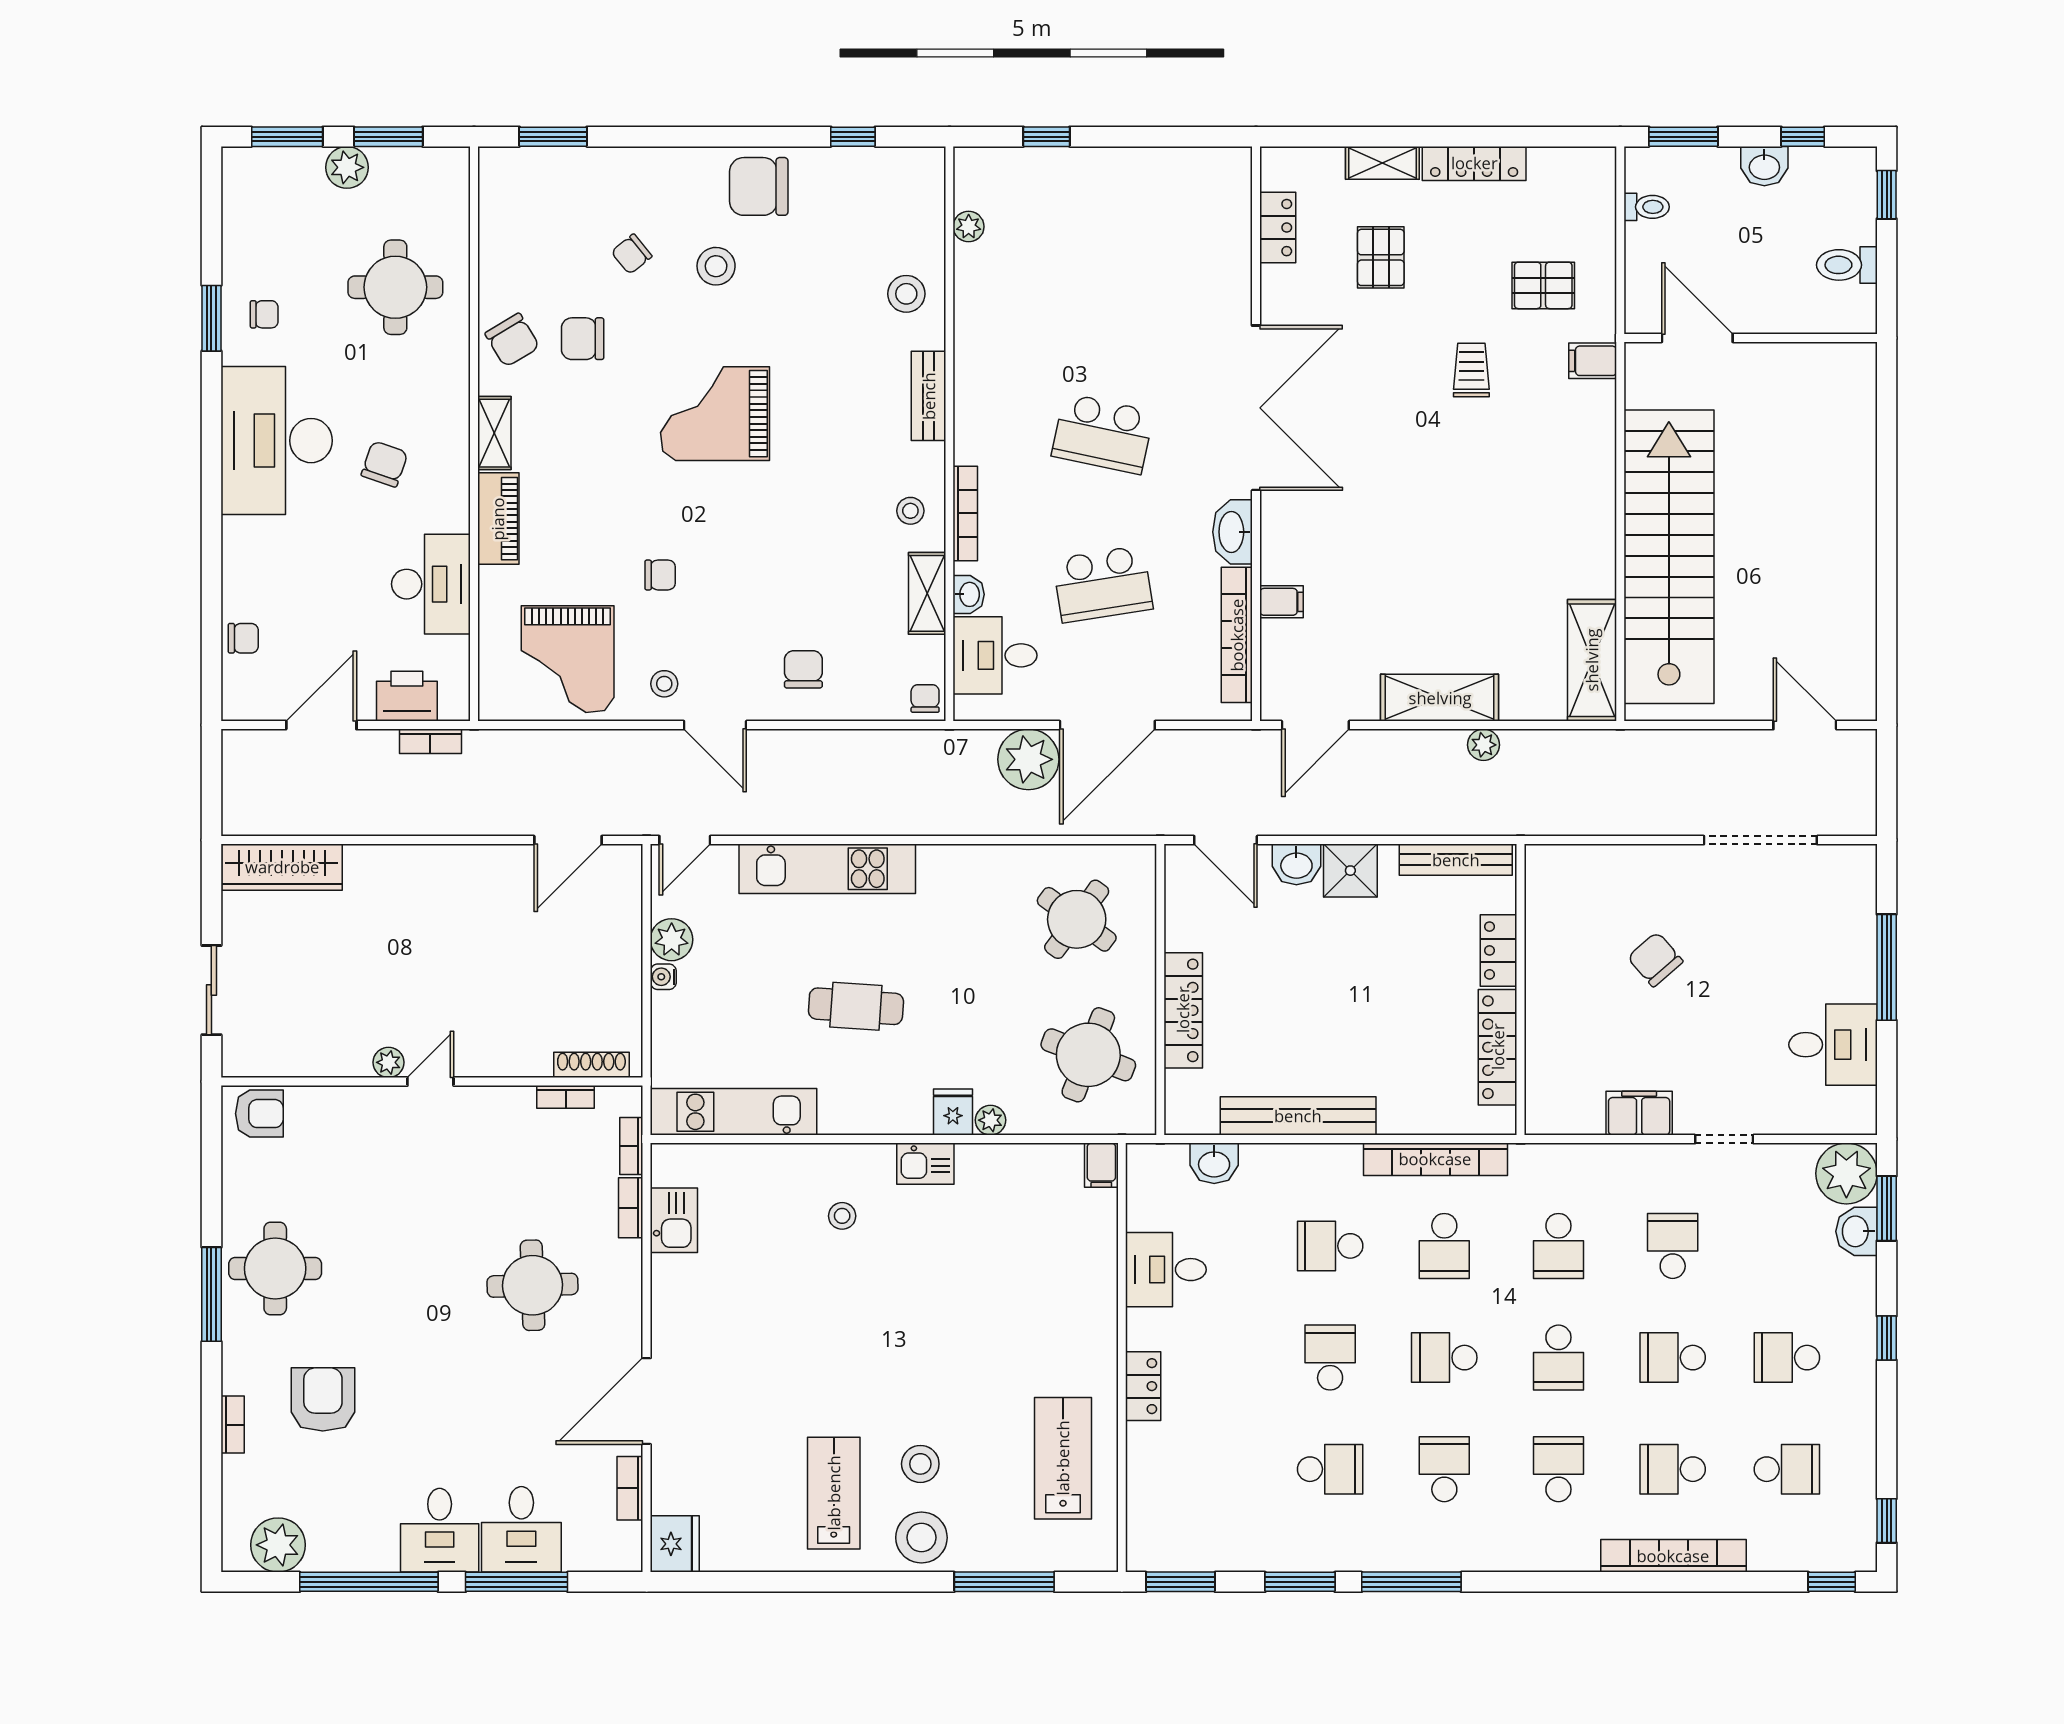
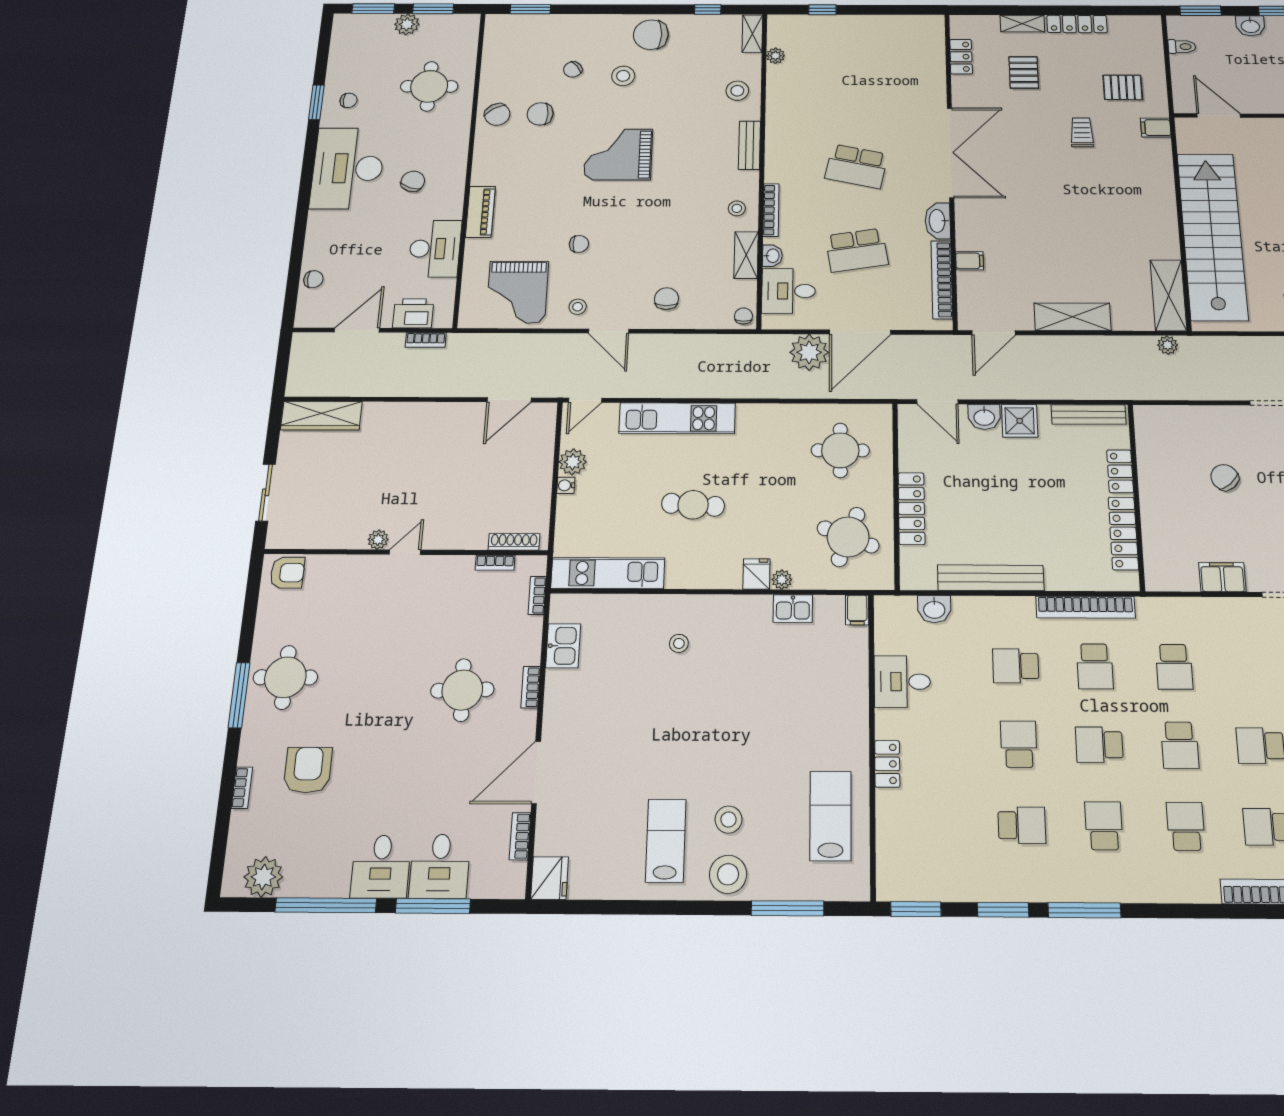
shelving: (494, 433) -> (752, 34), moved
plant: (1484, 745) -> (1168, 345), moved
round table: (1077, 919) -> (840, 450), turned -36
kitchen sink: (925, 1164) -> (793, 609), moved
bookcase: (631, 1208) -> (531, 687), moved
school desk: (1673, 1246) -> (1253, 667), removed

